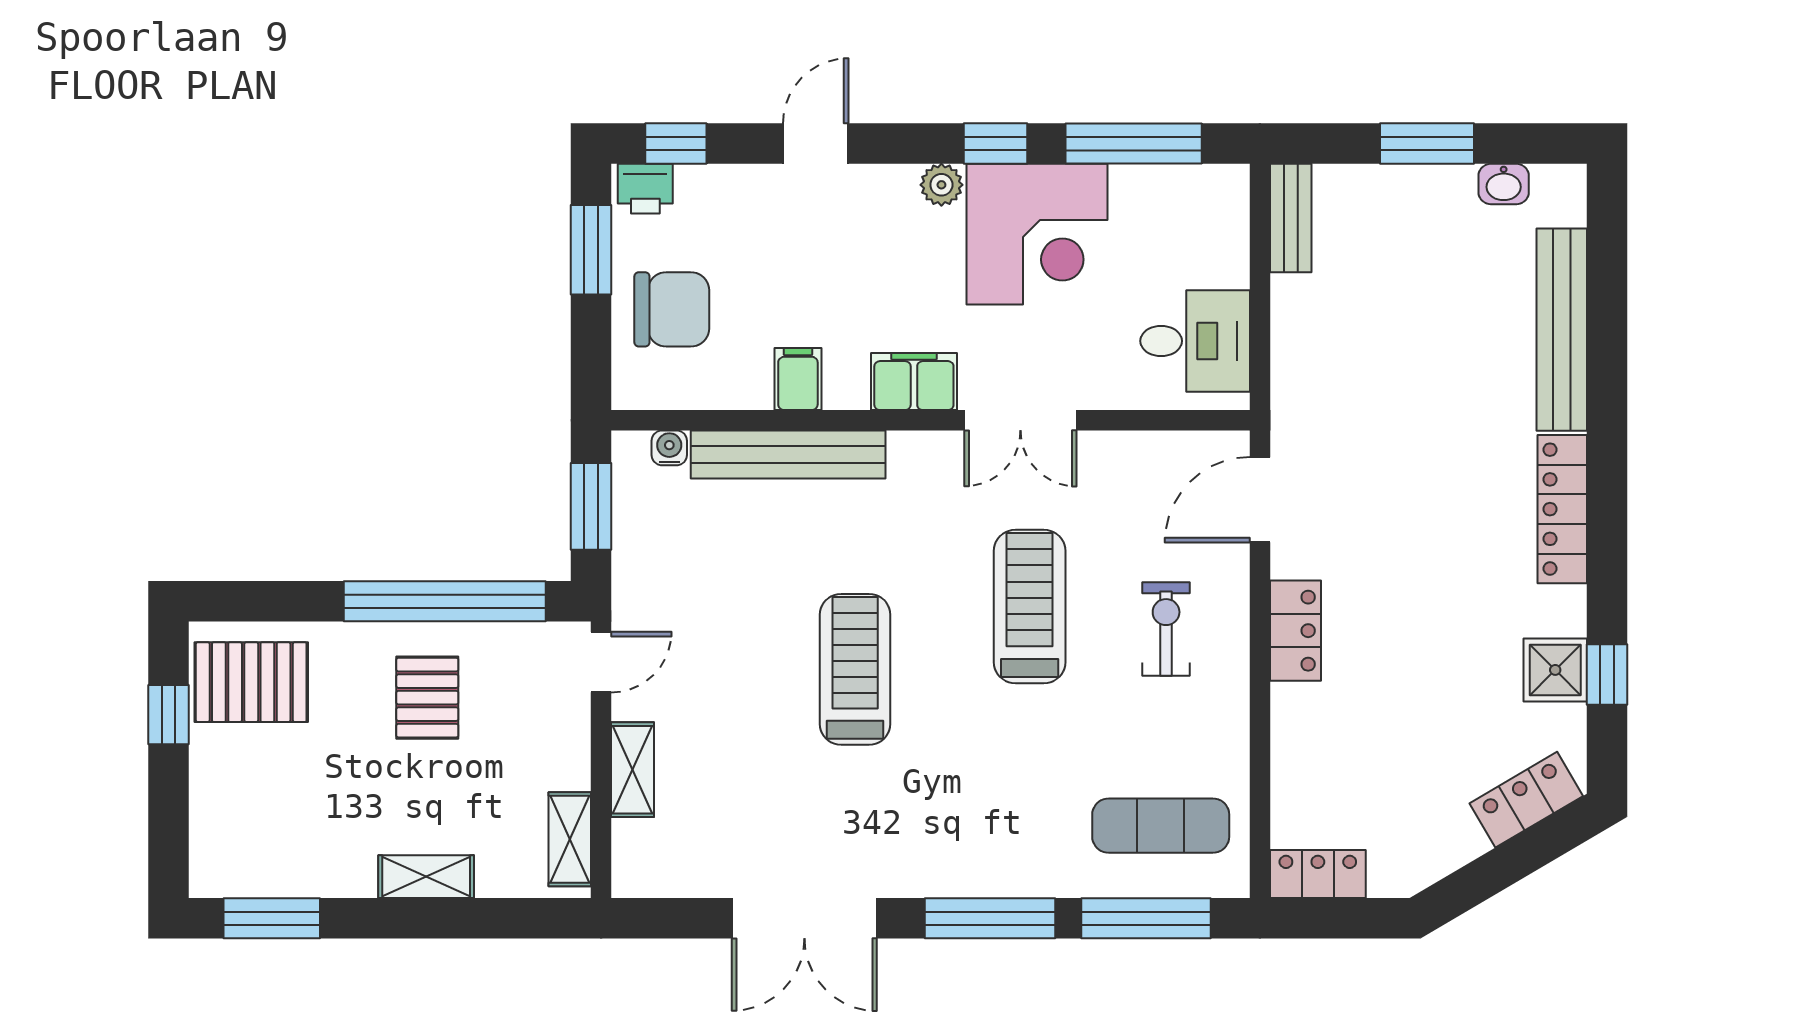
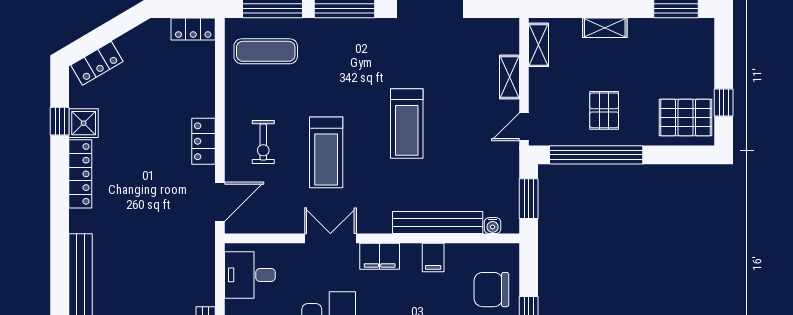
locker: (1562, 509) -> (80, 174), moved

